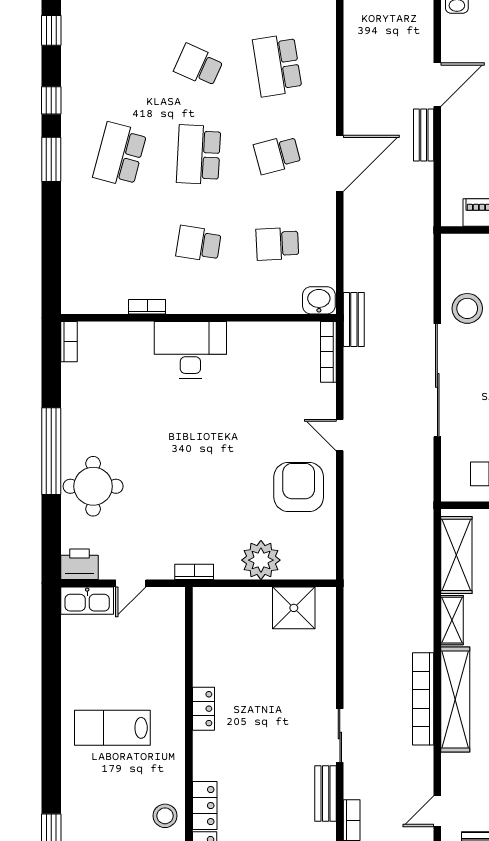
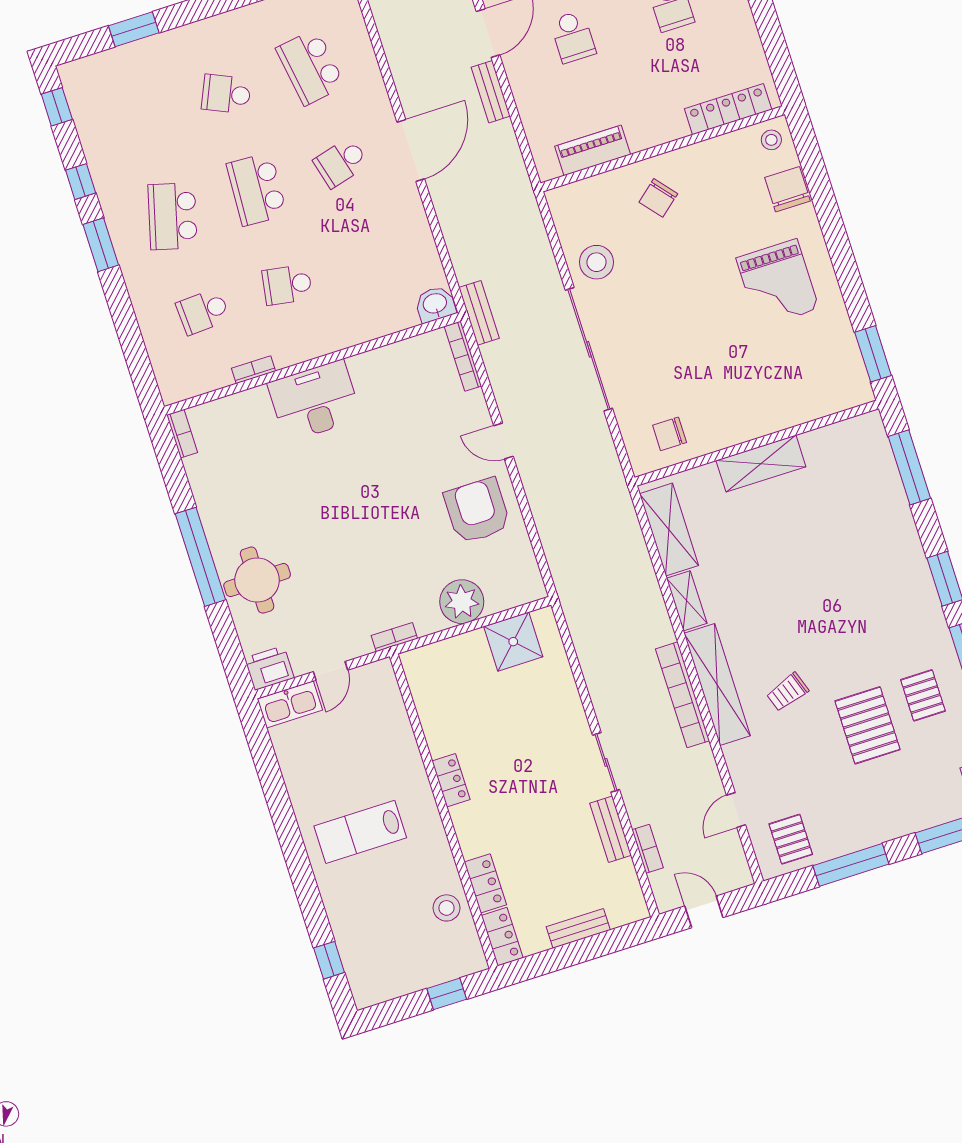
school desk: (277, 244) -> (203, 312), moved

